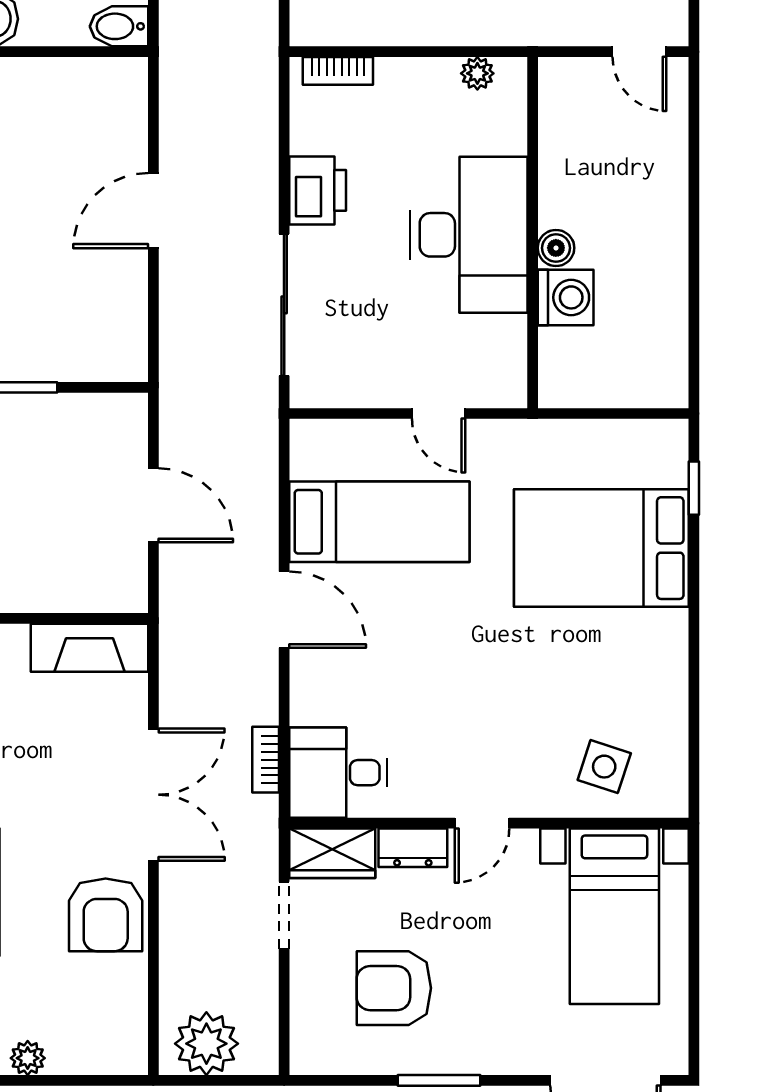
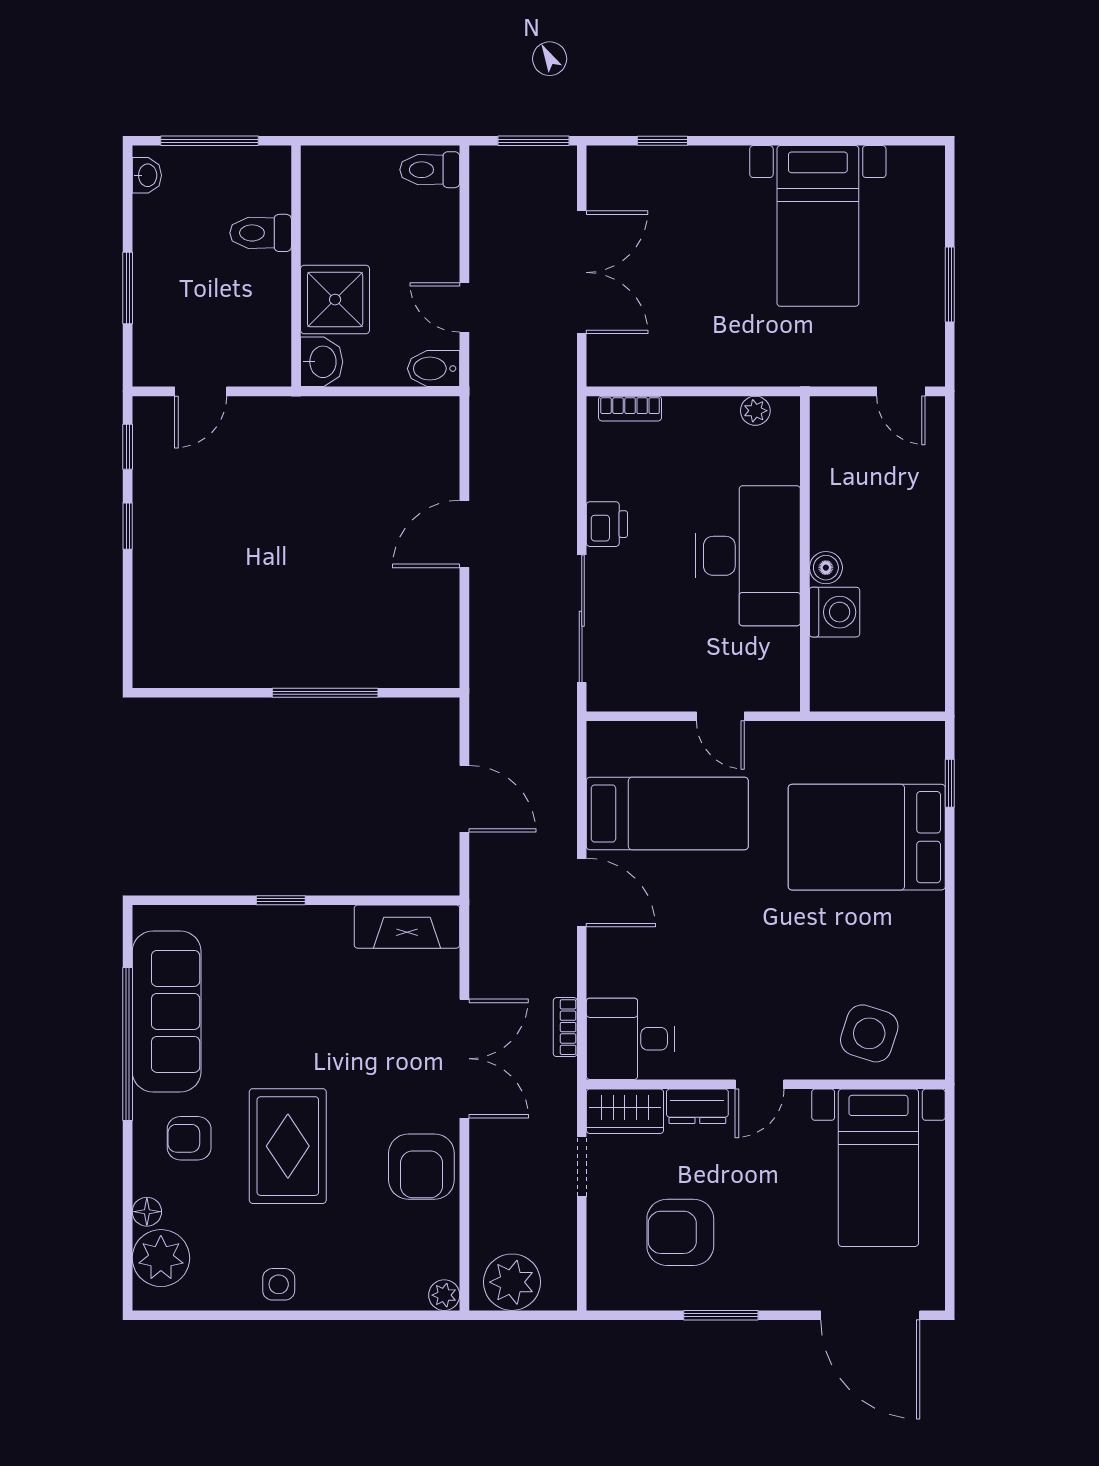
printer: (318, 190) -> (607, 524), width x0.73, depth x0.81
side table: (604, 767) -> (869, 1033), width x1.37, depth x1.37
plant: (28, 1058) -> (444, 1295), moved

